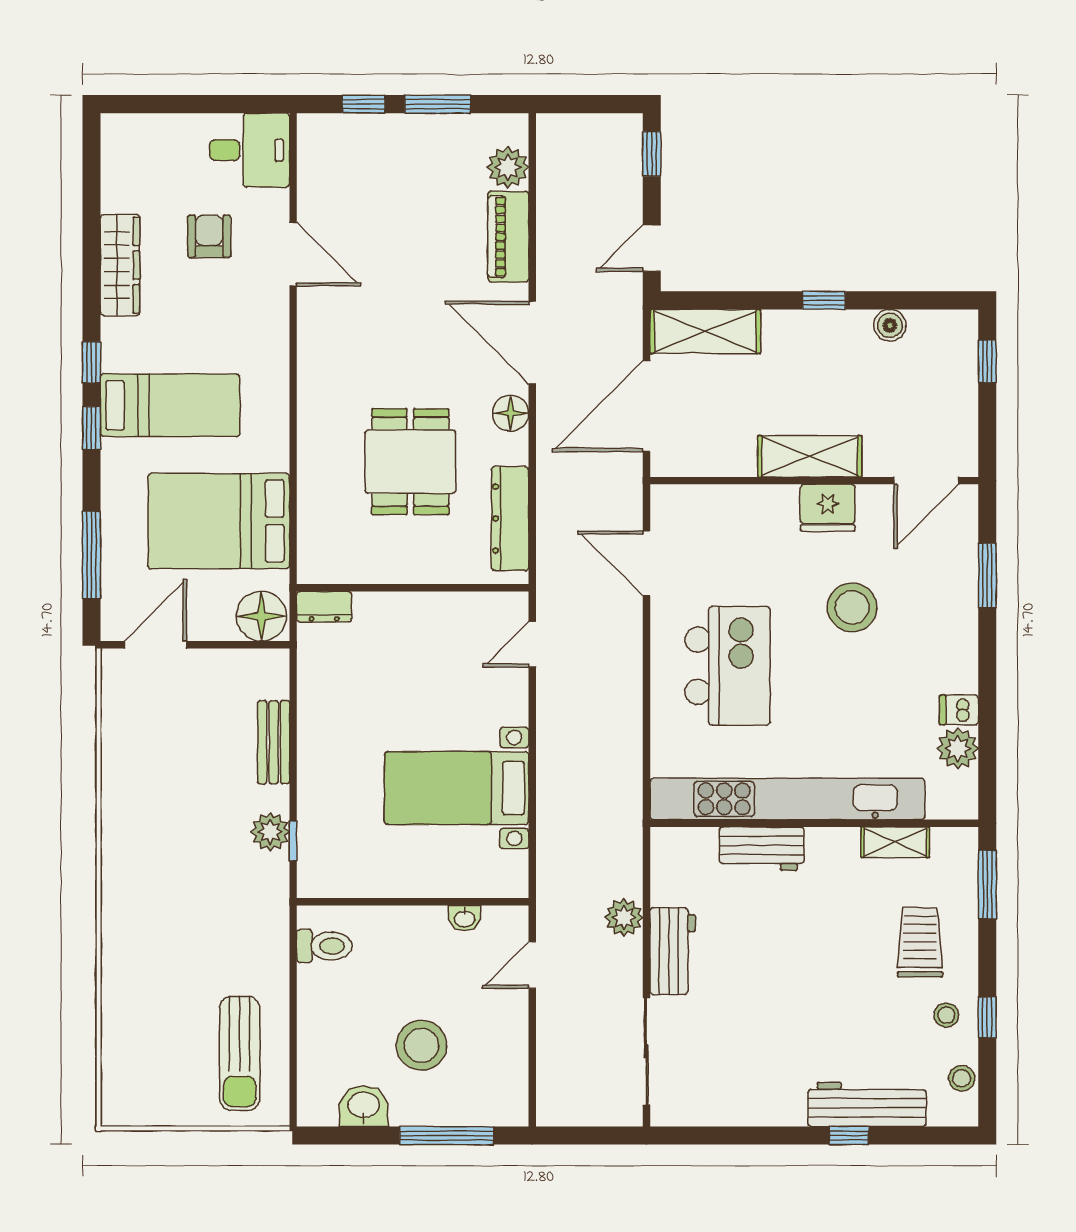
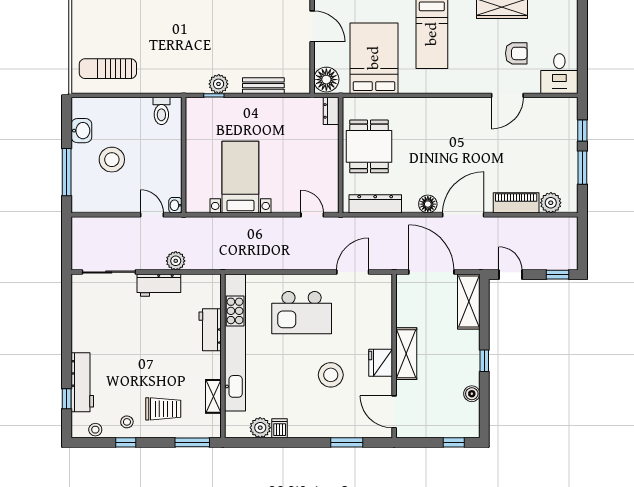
dining table: (410, 462) -> (369, 146), moved, turned 90
washbasin: (465, 918) -> (175, 205), moved
window: (849, 1136) -> (67, 399), moved

